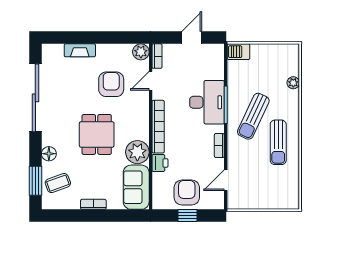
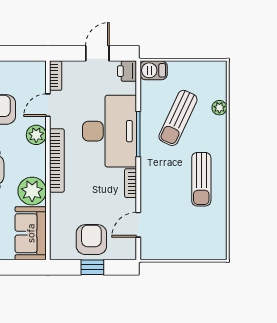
plant: (141, 52) -> (36, 135), moved
desk: (207, 102) -> (110, 131), width x1.36, depth x1.30
sun lounger: (253, 116) -> (178, 118), moved
printer: (160, 163) -> (127, 71), moved, turned 180

